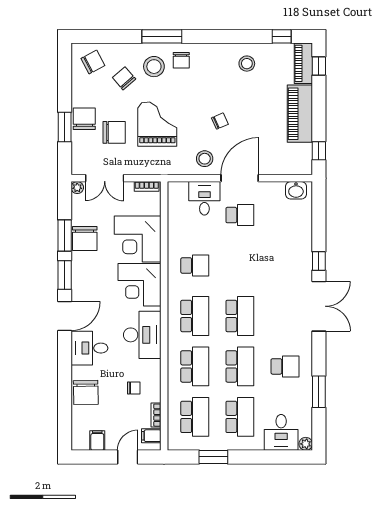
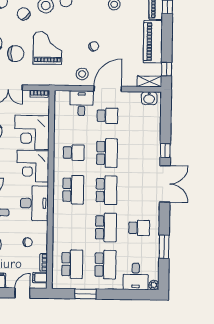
shelving: (296, 168) -> (149, 81), added
school desk: (195, 366) -> (107, 153), moved

